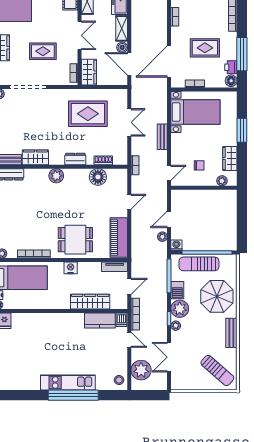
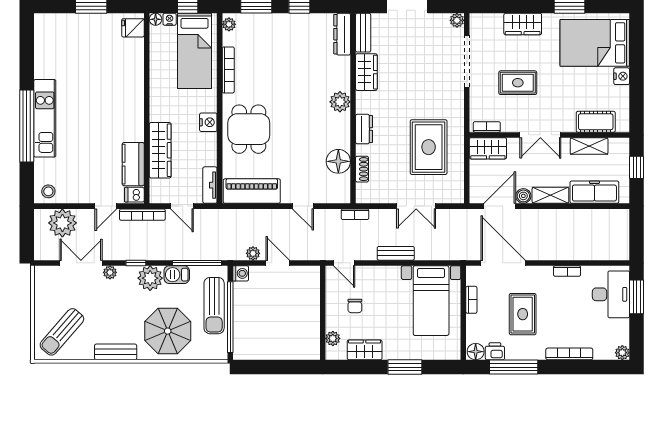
rug: (43, 51) -> (518, 83), turned 90
sun lounger: (199, 264) -> (214, 306), turned 180
plant: (176, 326) -> (110, 272), moved

